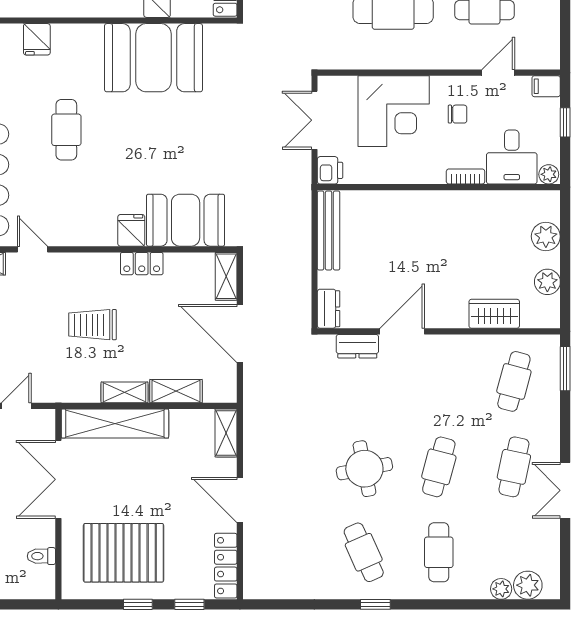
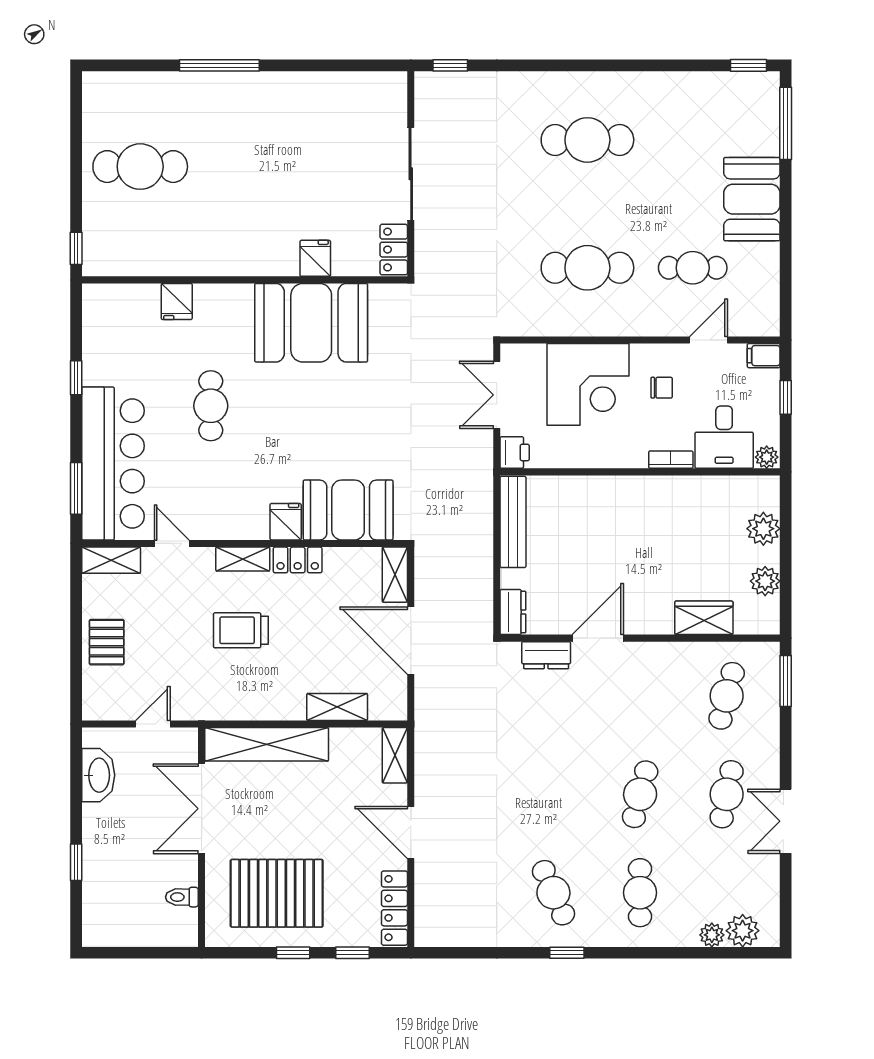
shelving: (124, 392) -> (243, 559), moved
round table: (364, 469) -> (554, 796), removed

